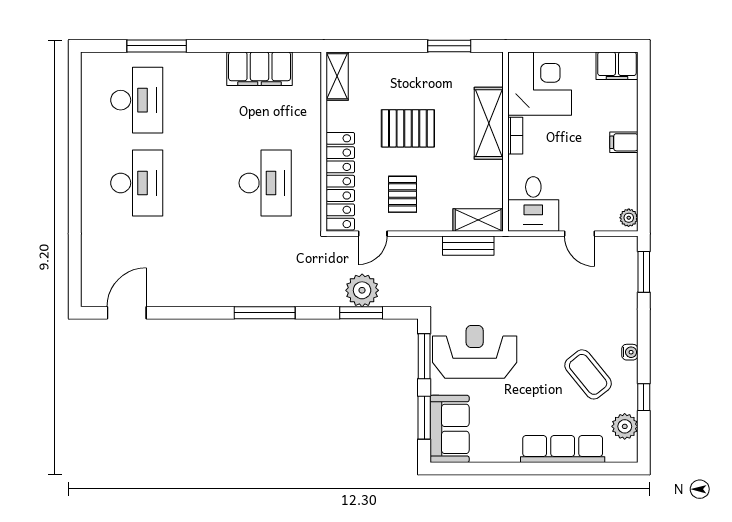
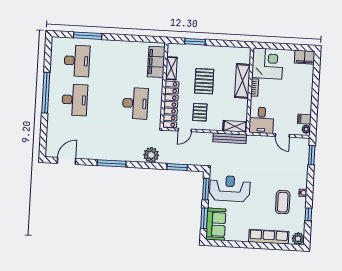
window: (449, 46) -> (195, 42), moved
filing cabinet: (260, 69) -> (156, 62), moved, turned 90
shelving: (337, 76) -> (171, 68), moved
pallet: (408, 128) -> (204, 81), turned 90
filing cabinet: (624, 142) -> (304, 119), moved
window: (75, 171) -> (46, 93), added
bench: (468, 246) -> (230, 138), width x1.36
plant: (362, 290) -> (151, 155), moved
window: (265, 313) -> (112, 163), moved
coffee table: (588, 374) -> (283, 202), turned 39
plant: (625, 426) -> (298, 239), moved

